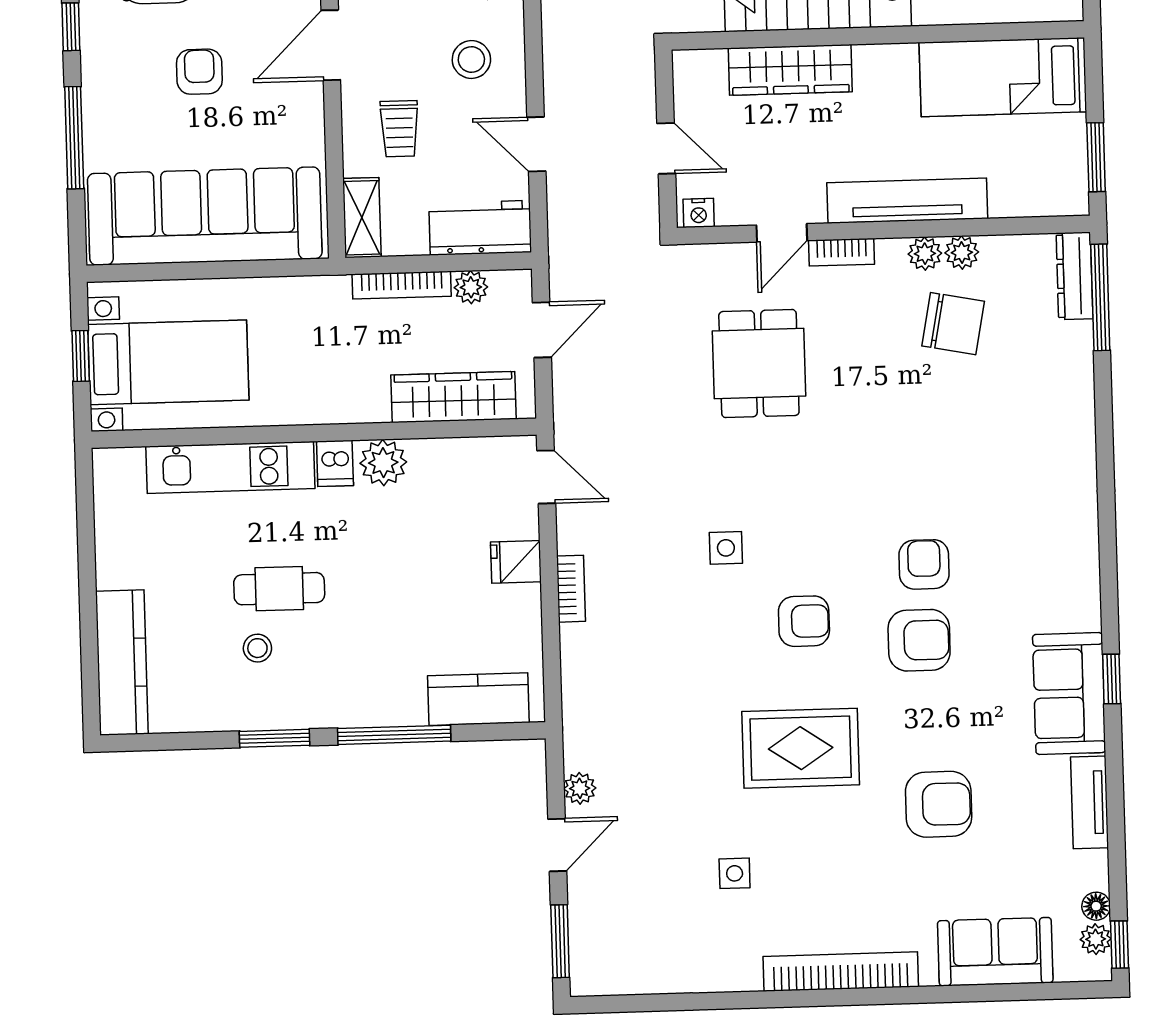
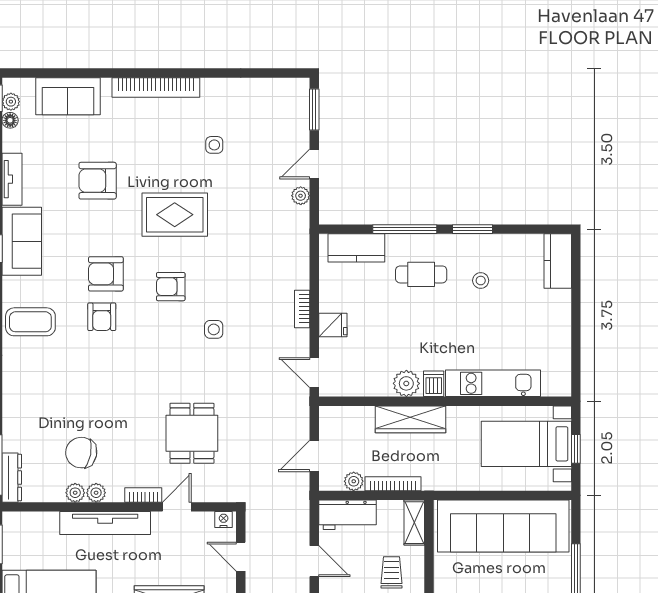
wardrobe: (453, 397) -> (411, 419), moved
coffee table: (1050, 552) -> (30, 322), added
cafe table: (279, 589) -> (421, 274), moved
kitchen counter: (122, 663) -> (558, 261), width x0.67

